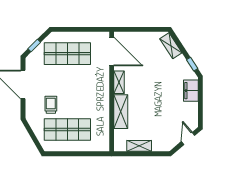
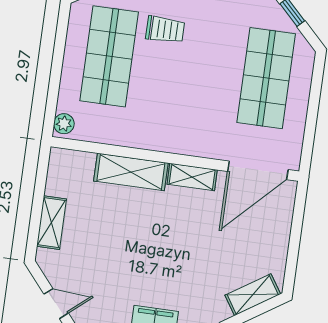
shelving: (139, 146) -> (52, 223), moved
plant: (102, 147) -> (64, 124), added

